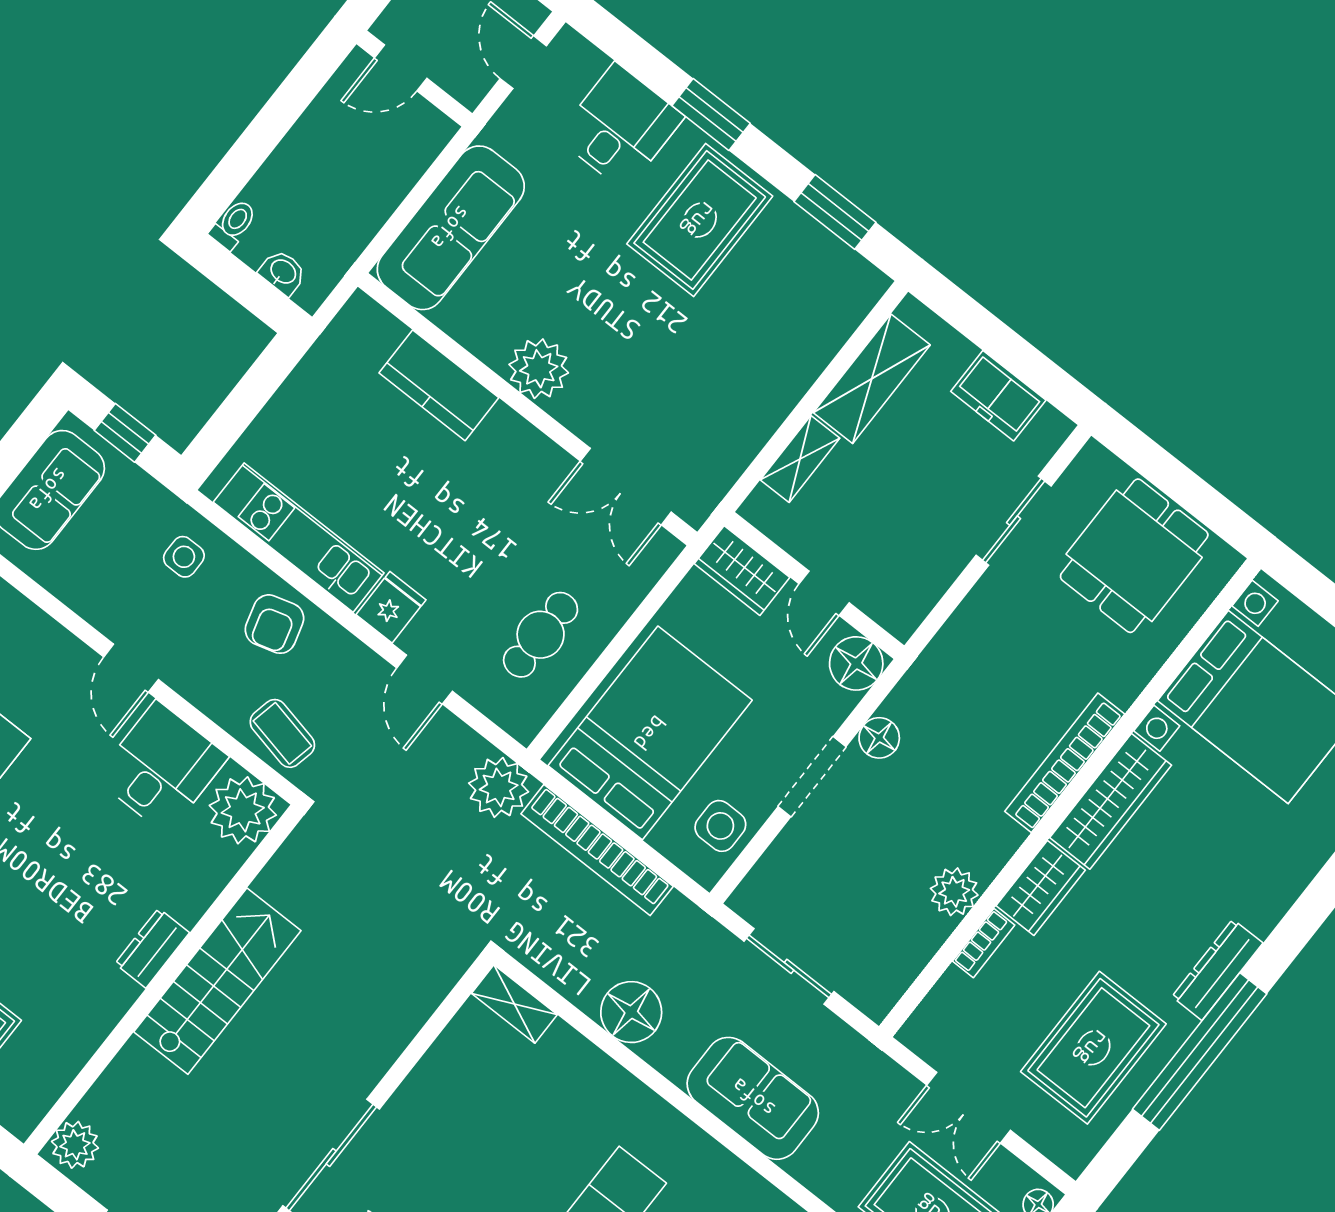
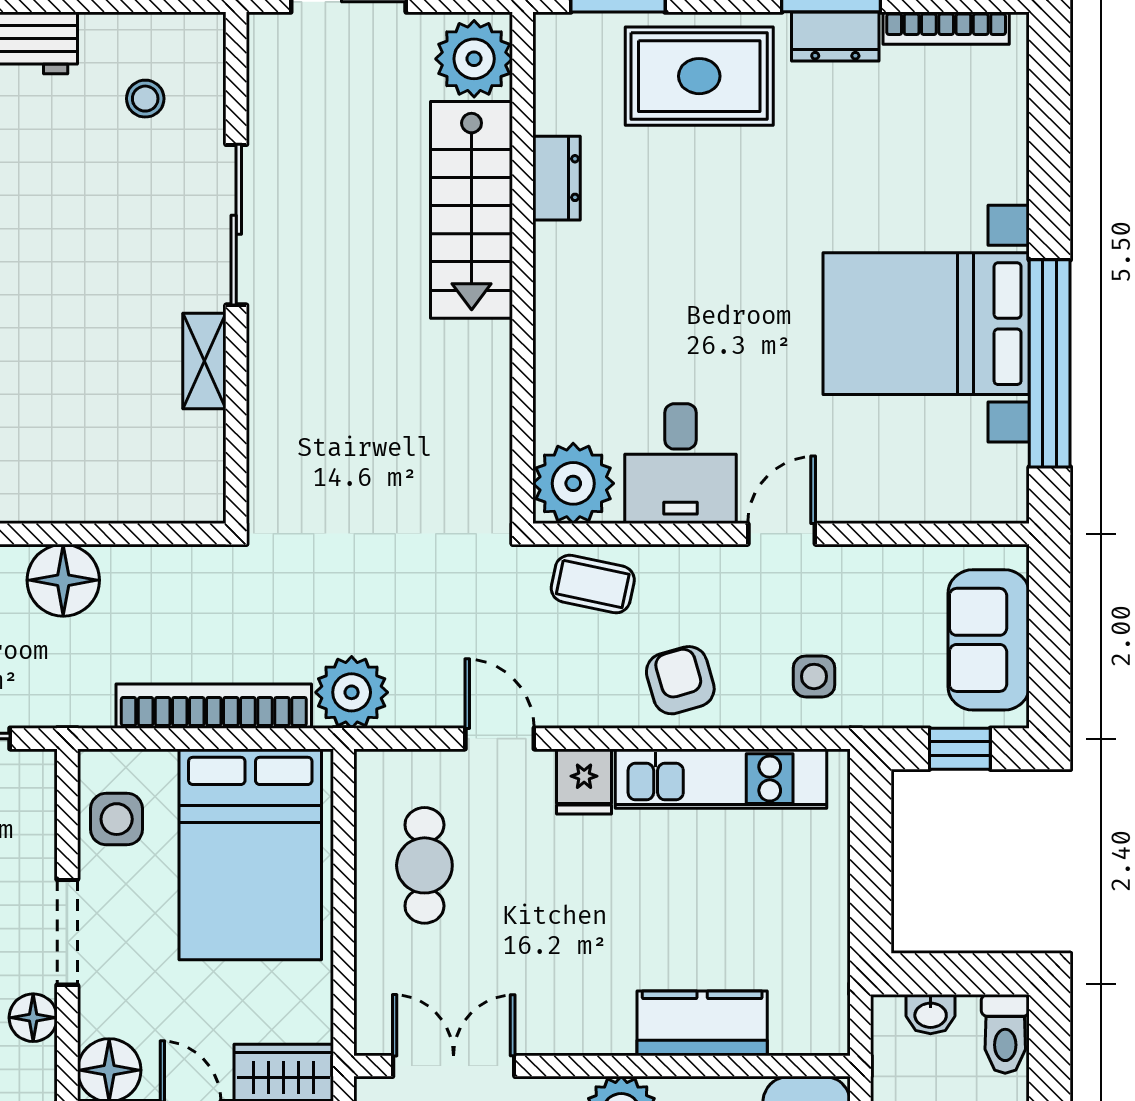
toilet: (234, 224) -> (1005, 1034), width x1.37, depth x1.39
door: (131, 668) -> (782, 534), hinge flipped
dresser: (152, 948) -> (557, 178), moved
stairs: (217, 981) -> (472, 210), moved
shelving: (514, 1004) -> (204, 361), moved, turned 90
plant: (75, 1145) -> (474, 59), width x1.36, depth x1.36

